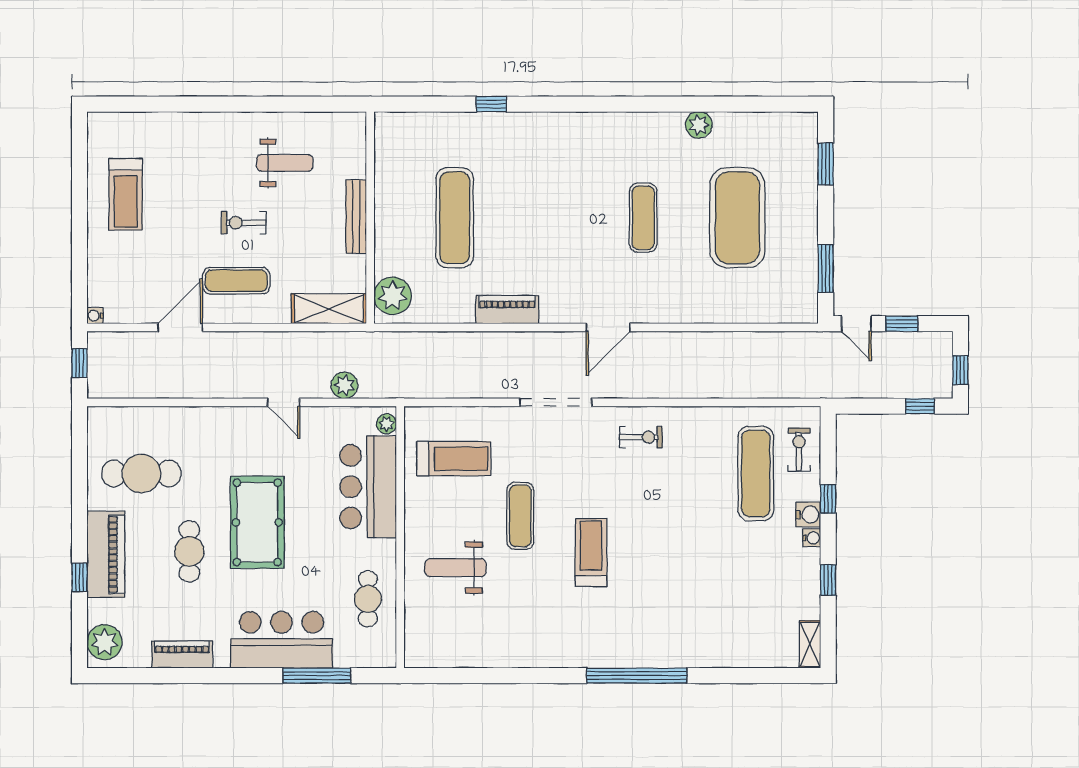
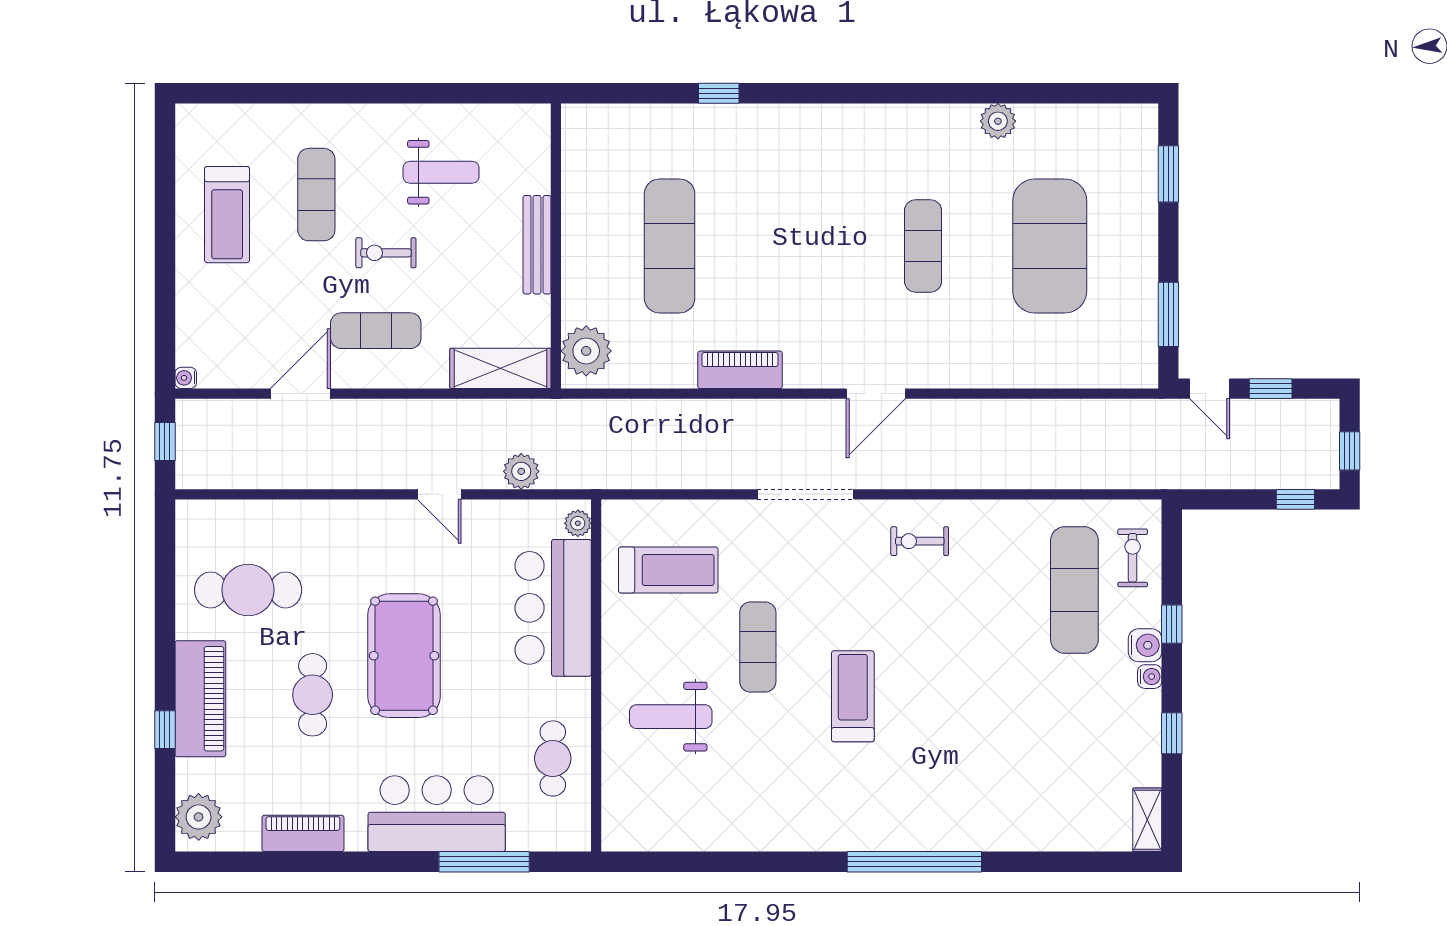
exercise mat: (192, 179) -> (316, 195), added
exercise bike: (641, 437) -> (920, 541), turned 180

